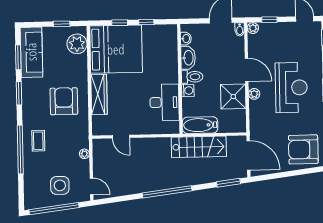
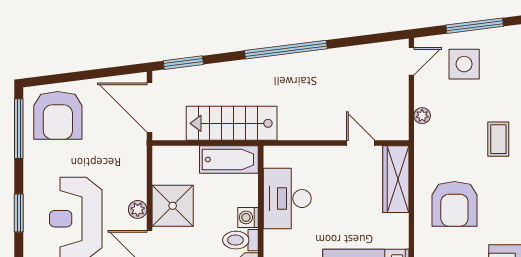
wardrobe: (99, 94) -> (396, 179), moved
armchair: (303, 149) -> (58, 115), turned 90
door: (92, 186) -> (411, 61), swing flipped
window: (54, 209) -> (475, 26), width x0.68

